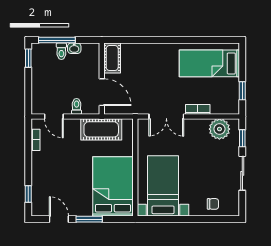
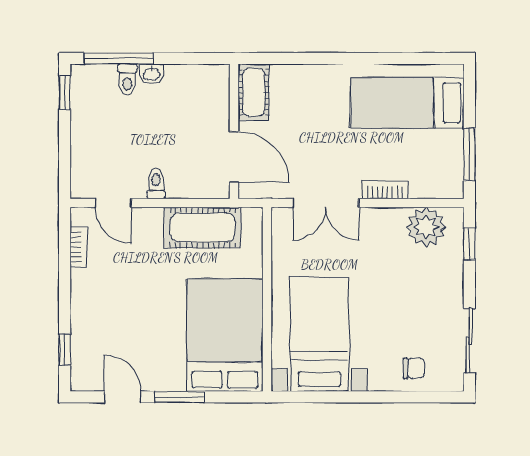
cot: (112, 58) -> (254, 92), moved
wall: (102, 79) -> (234, 131), moved
window: (242, 91) -> (469, 154), width x1.50
door: (102, 92) -> (234, 157), moved
sliding door: (242, 173) -> (469, 341), moved

